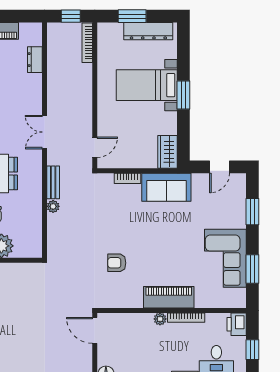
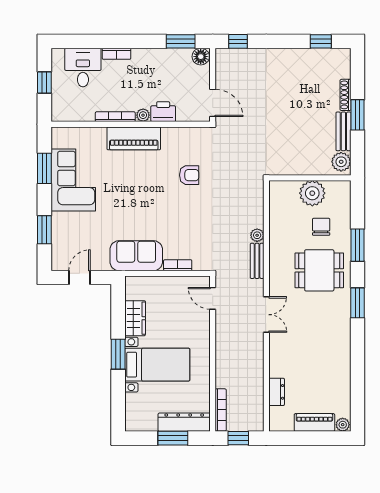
dresser: (148, 31) -> (184, 422), moved
door: (95, 147) -> (213, 298), hinge flipped
wardrobe: (168, 152) -> (135, 318), moved
printer: (237, 324) -> (163, 112), moved, turned -90

